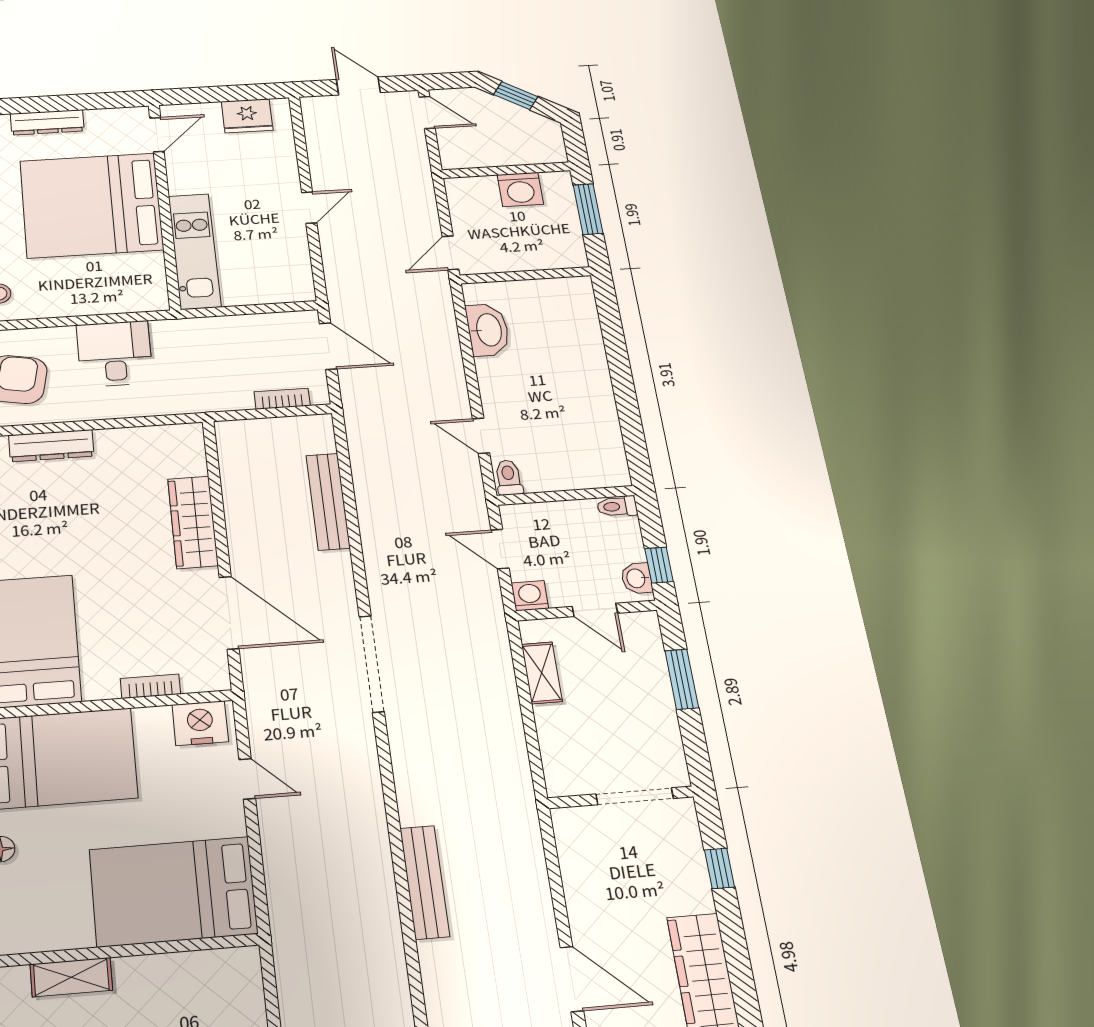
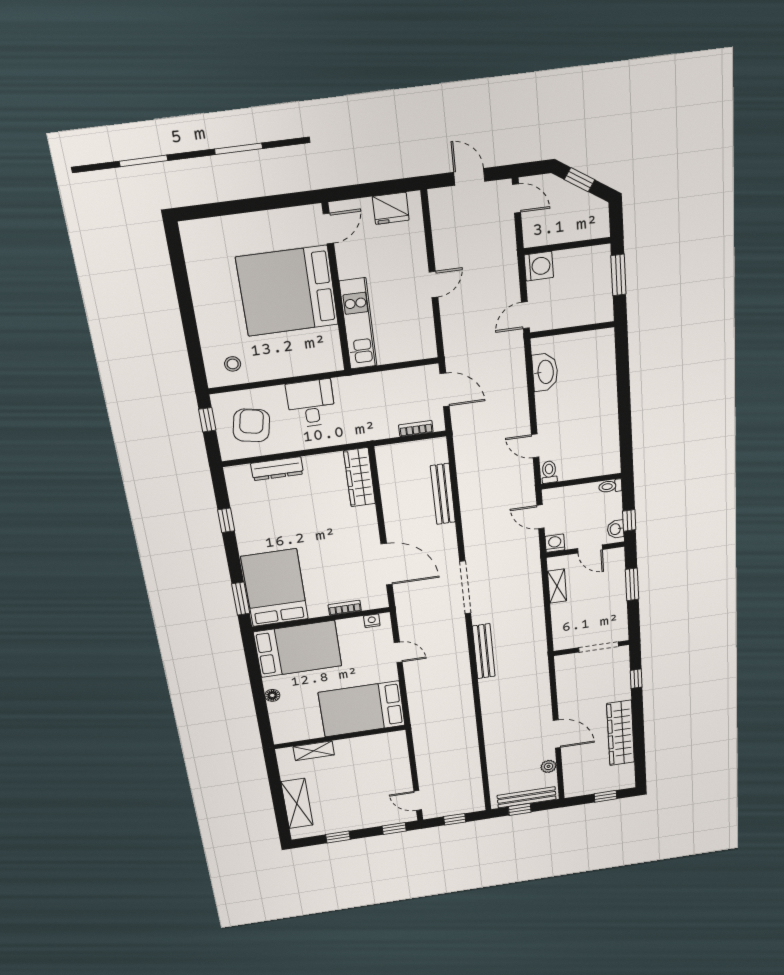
dresser: (47, 122) -> (251, 222), removed
washing machine: (520, 189) -> (539, 266), moved, turned -90
wardrobe: (193, 522) -> (360, 477), moved
nightstand: (200, 723) -> (372, 621), width x0.53, depth x0.56
bench: (425, 882) -> (484, 651), moved

